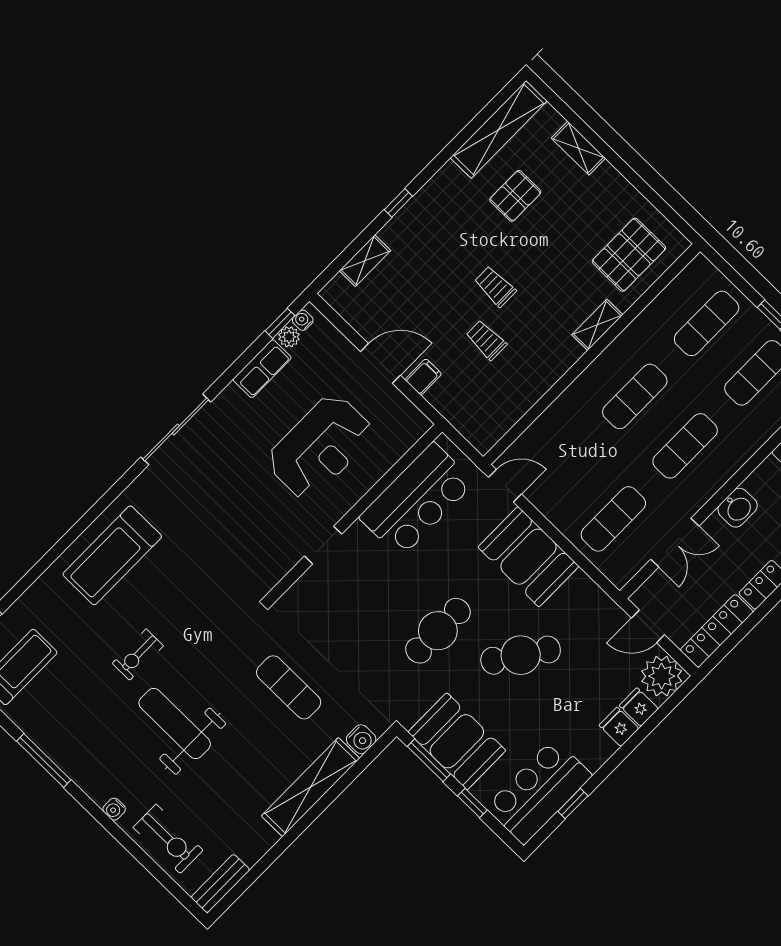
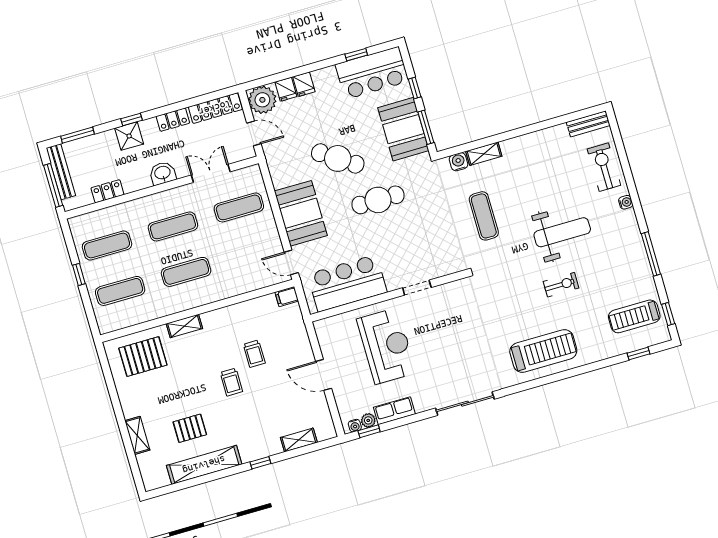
shelving: (499, 129) -> (204, 465), moved
filing cabinet: (423, 377) -> (287, 297), moved
reception desk: (320, 447) -> (386, 346), turned 90
weight bench: (175, 724) -> (562, 232), turned -90
shelving: (311, 787) -> (484, 154), width x0.45, depth x0.75

